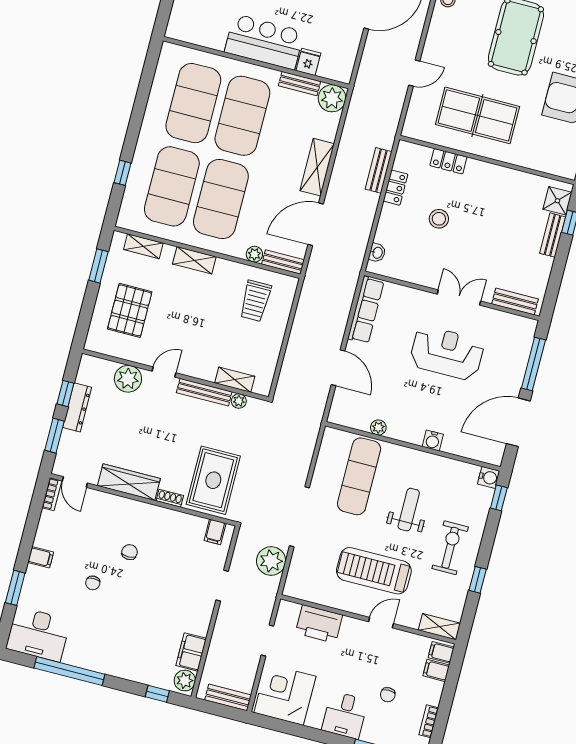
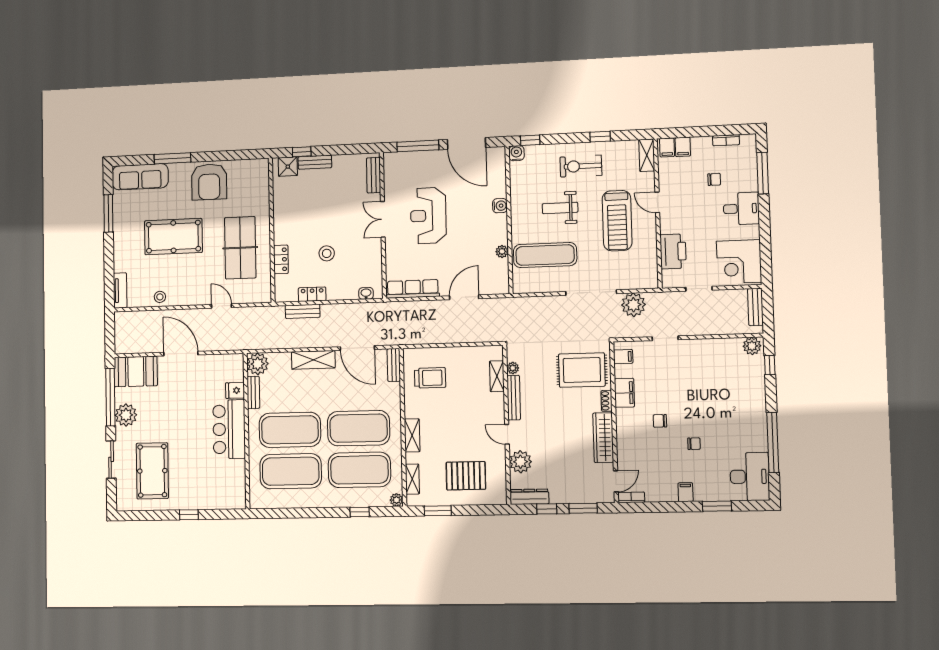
plant: (254, 254) -> (396, 500), moved
dresser: (77, 407) -> (529, 497), moved
filing cabinet: (191, 652) -> (624, 393), moved, turned -90

